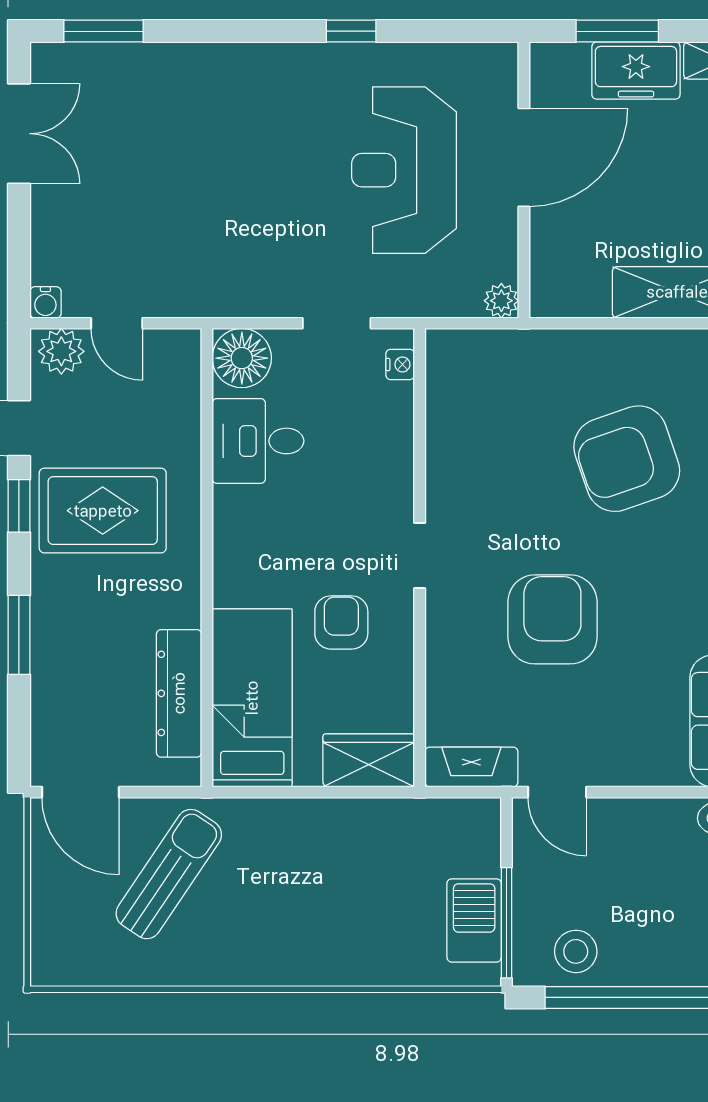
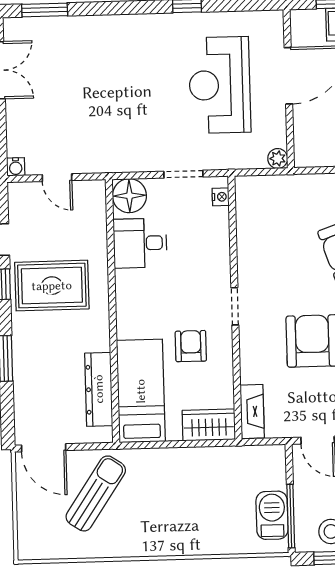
plant: (61, 351) -> (26, 195), removed
fireplace: (471, 767) -> (252, 411), moved, turned 90

